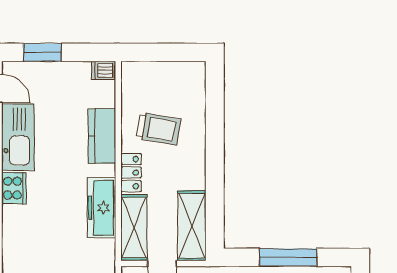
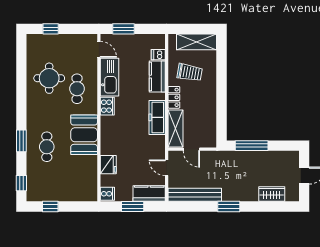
dishwasher: (103, 70) -> (158, 55), moved
shelving: (192, 226) -> (197, 42), moved, turned 90
window: (288, 257) -> (252, 146), moved

